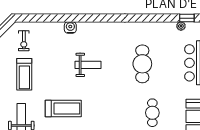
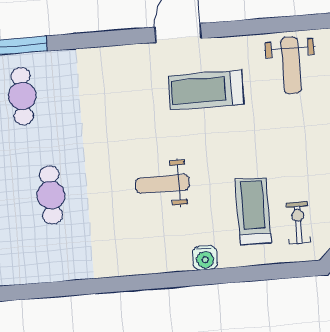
cafe table: (142, 64) -> (51, 195), width x0.73, depth x0.74
treadmill: (24, 74) -> (253, 211), moved

